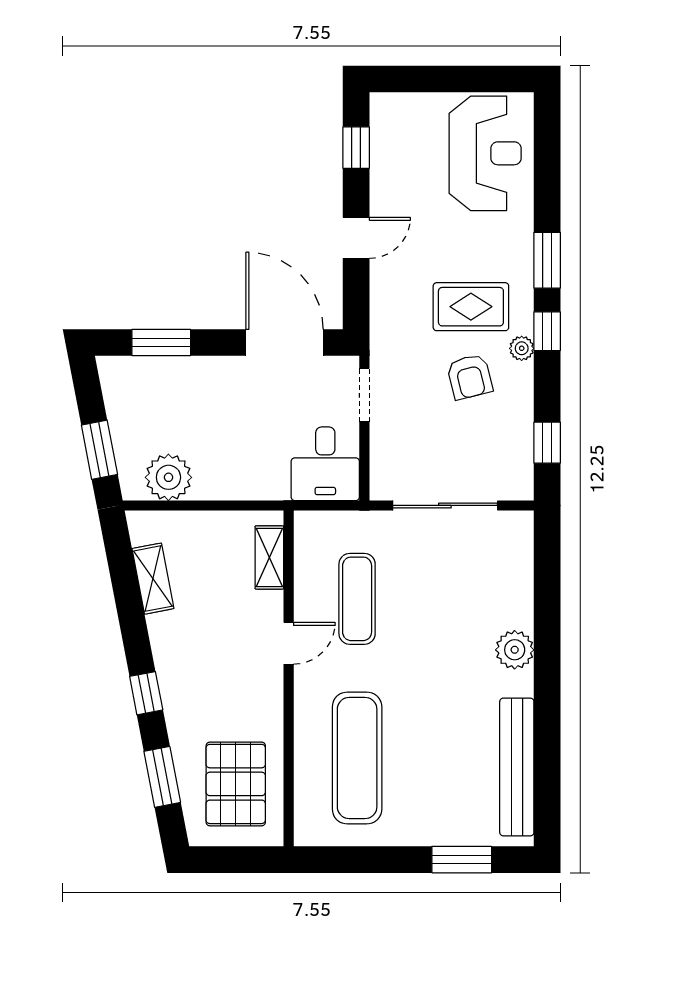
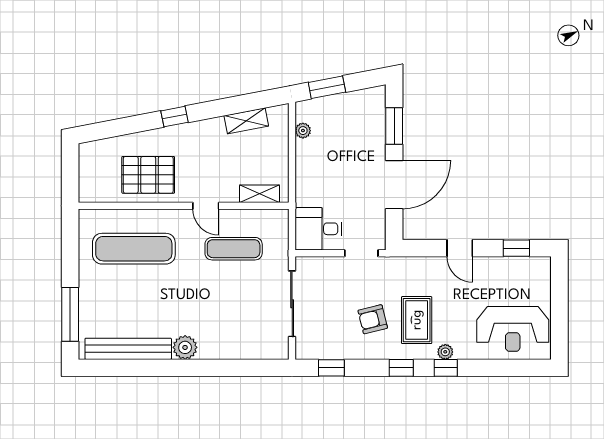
window: (547, 260) -> (446, 368), width x0.67
door: (285, 342) -> (394, 185), moved
plant: (522, 348) -> (445, 352), moved
plant: (168, 477) -> (303, 131), width x0.53, depth x0.53
plant: (515, 650) -> (185, 347), moved
window: (162, 777) -> (122, 127), removed
pallet: (236, 784) -> (148, 175), moved
window: (462, 860) -> (70, 314), width x1.44

